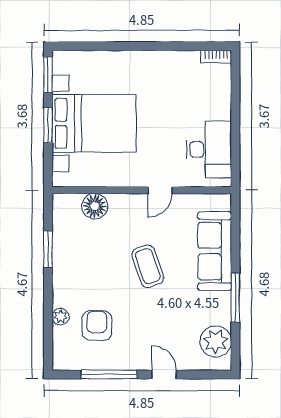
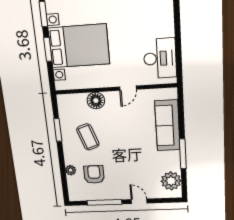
floor lamp: (95, 206) -> (96, 101), moved
coffee table: (148, 266) -> (88, 137), moved

